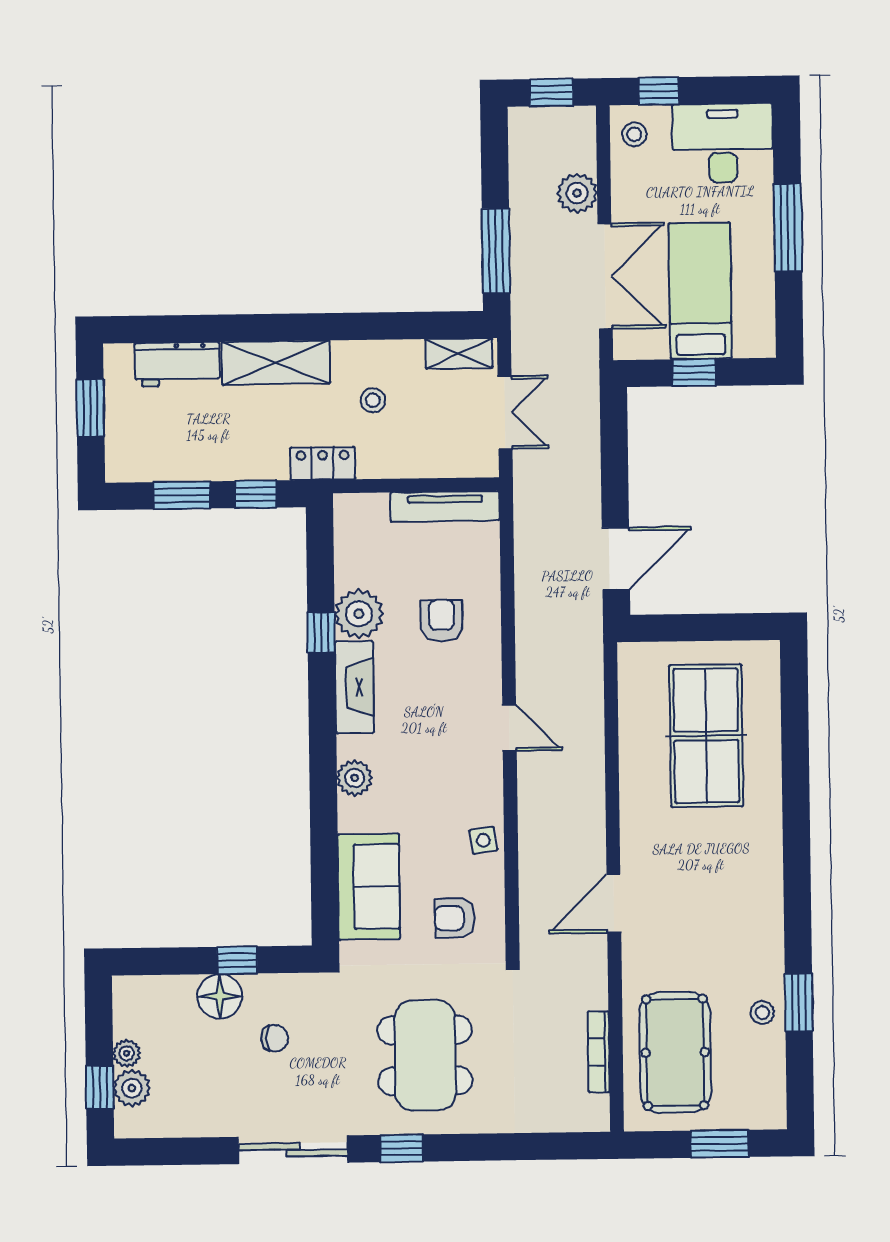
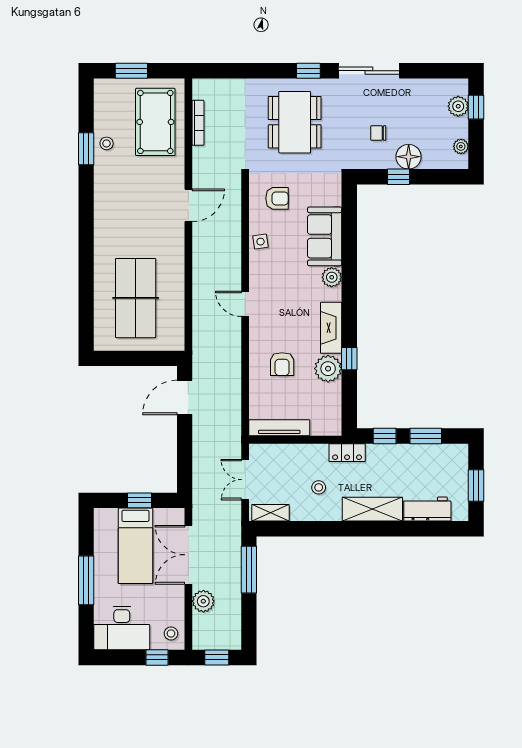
sofa: (369, 887) -> (325, 236), moved
plant: (127, 1053) -> (461, 146), moved

